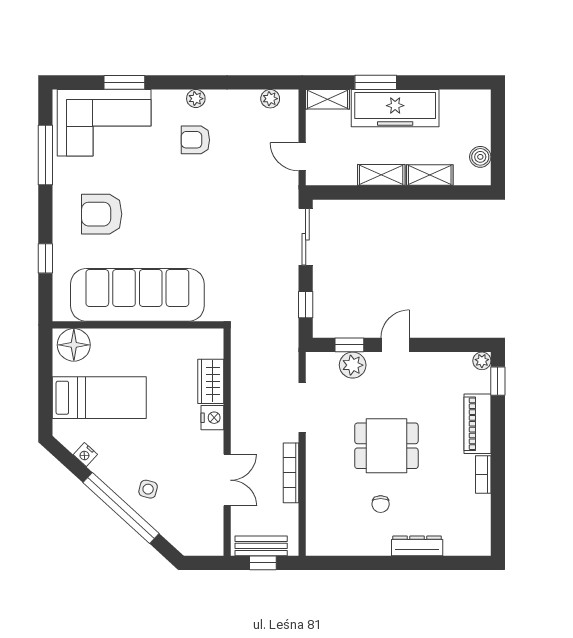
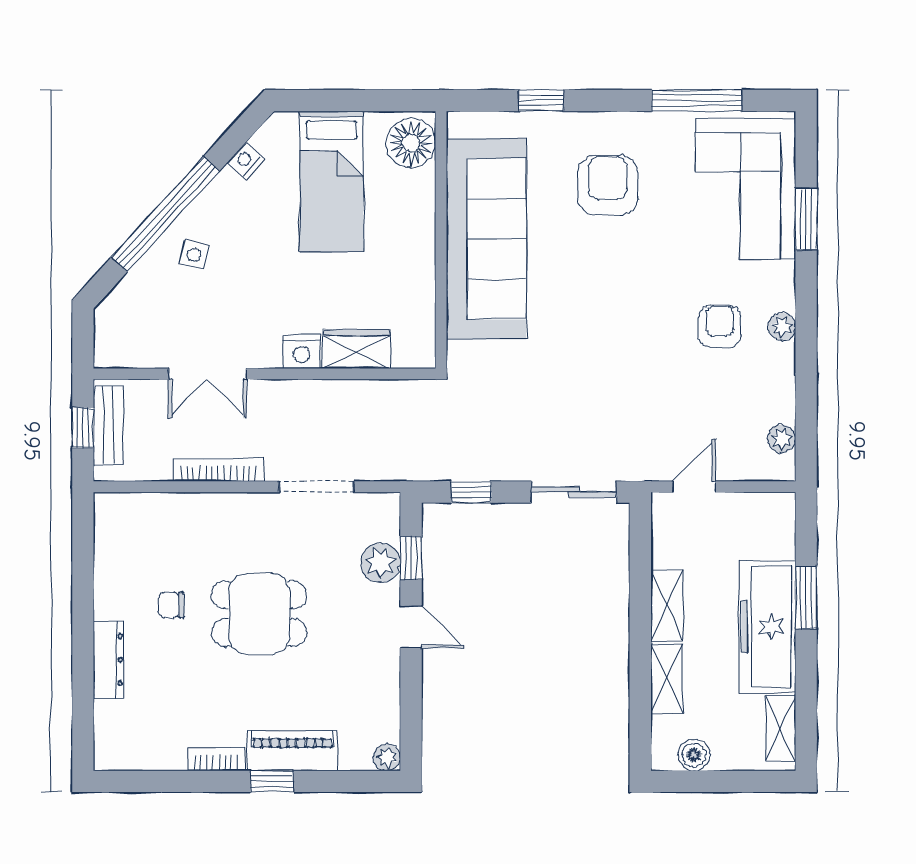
shelving: (328, 99) -> (781, 728), moved
window: (498, 381) -> (272, 781), moved
dining table: (386, 446) -> (259, 614), turned 90

